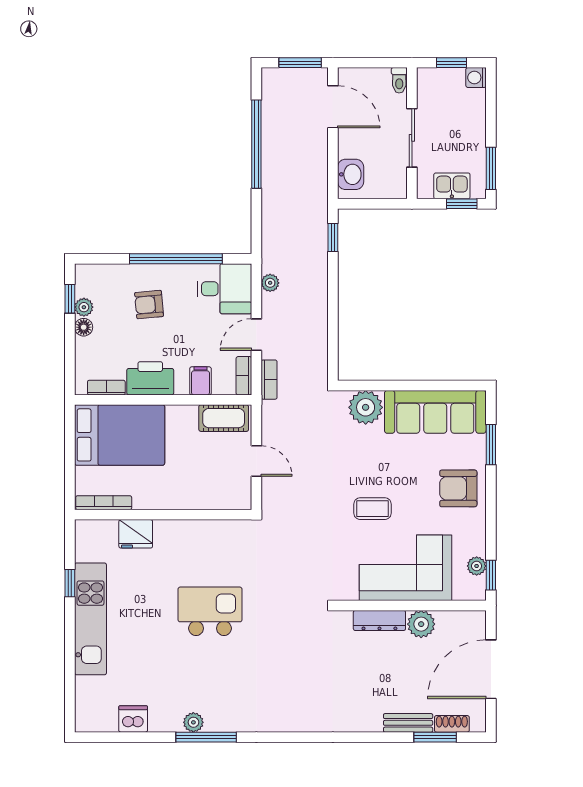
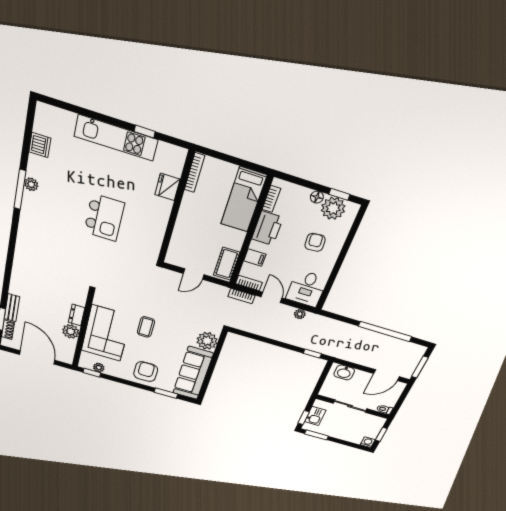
window: (176, 259) -> (337, 267), removed
plant: (84, 307) -> (333, 208), width x1.88, depth x1.88
bed: (120, 435) -> (244, 200), width x0.67
dresser: (379, 620) -> (77, 315), width x0.70

